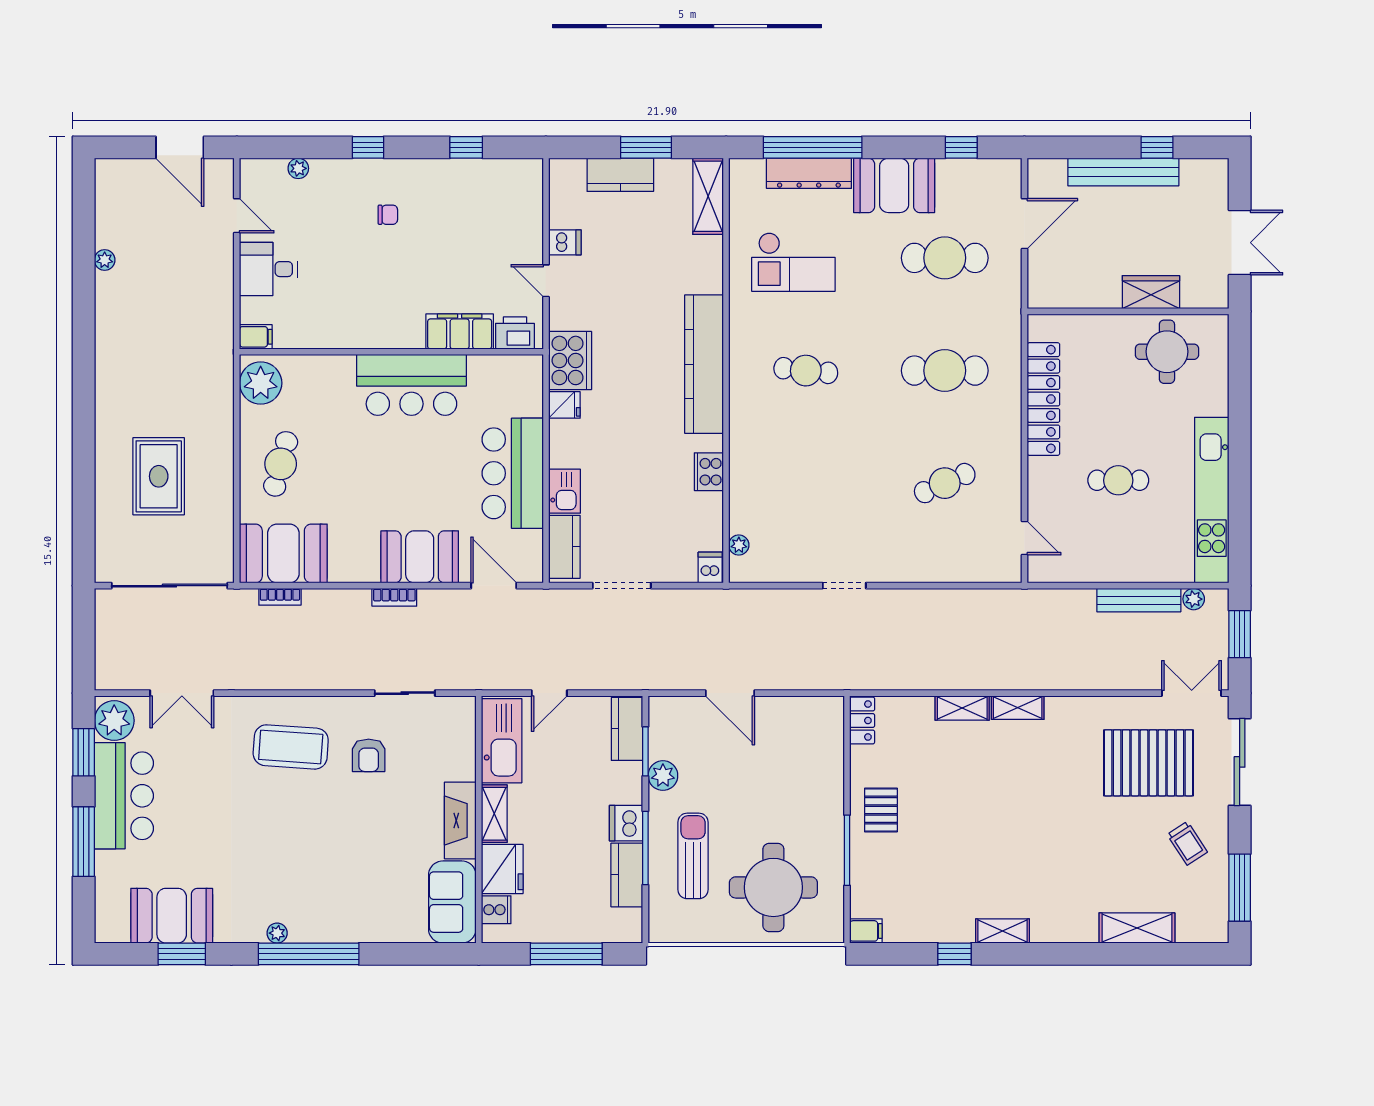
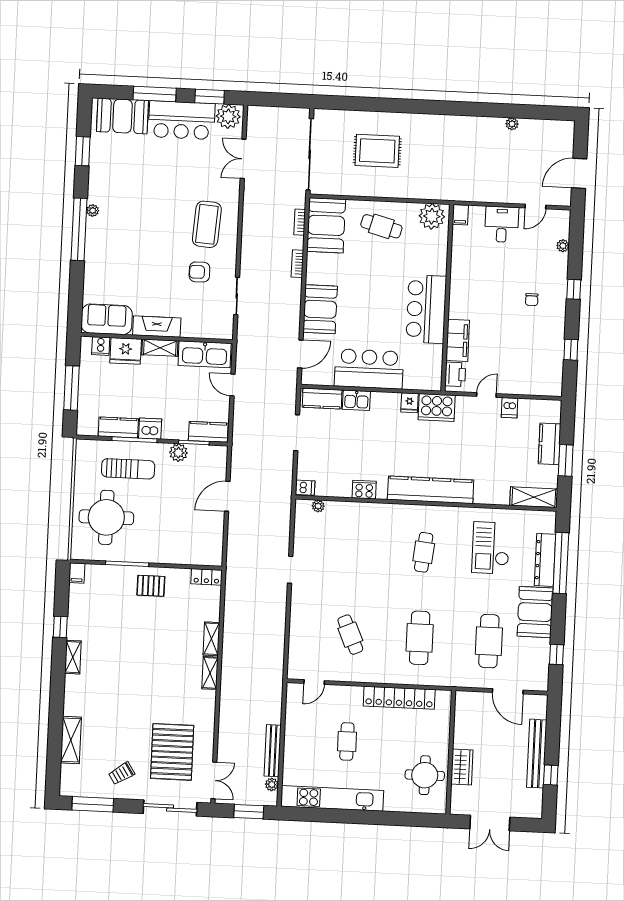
bookcase: (394, 597) -> (297, 264), moved
booth: (172, 916) -> (122, 116), moved, turned 90

